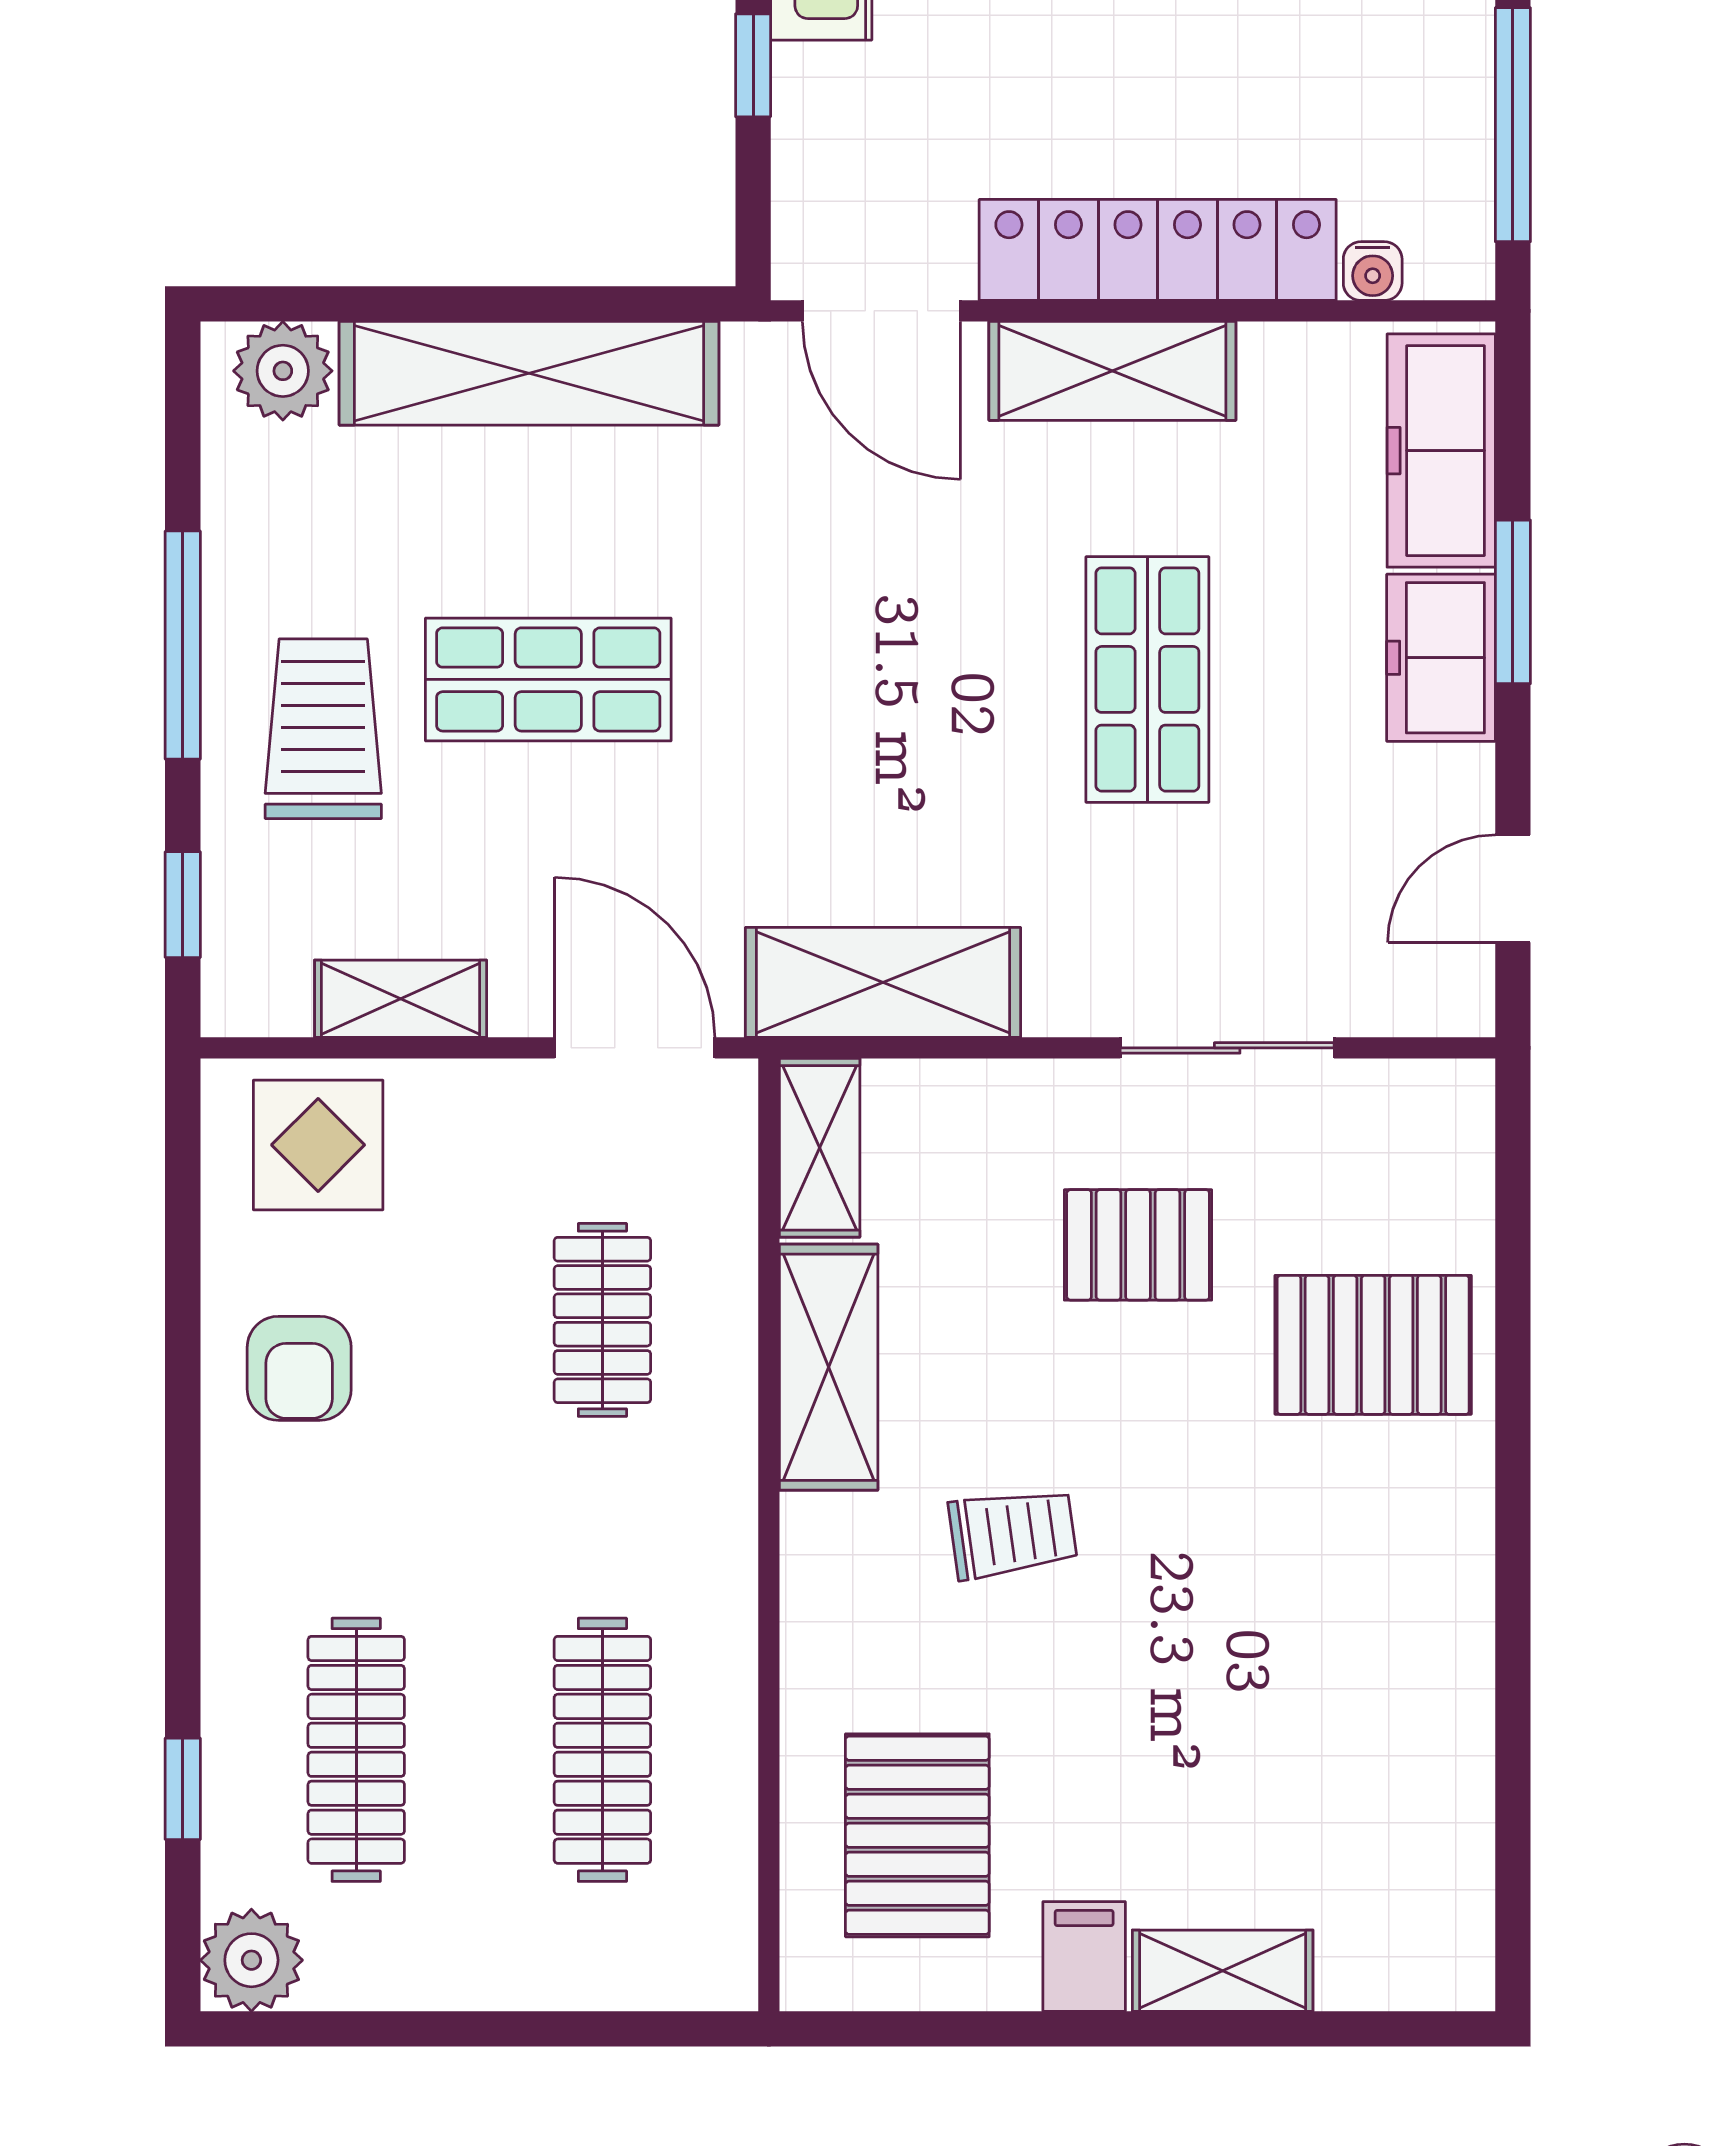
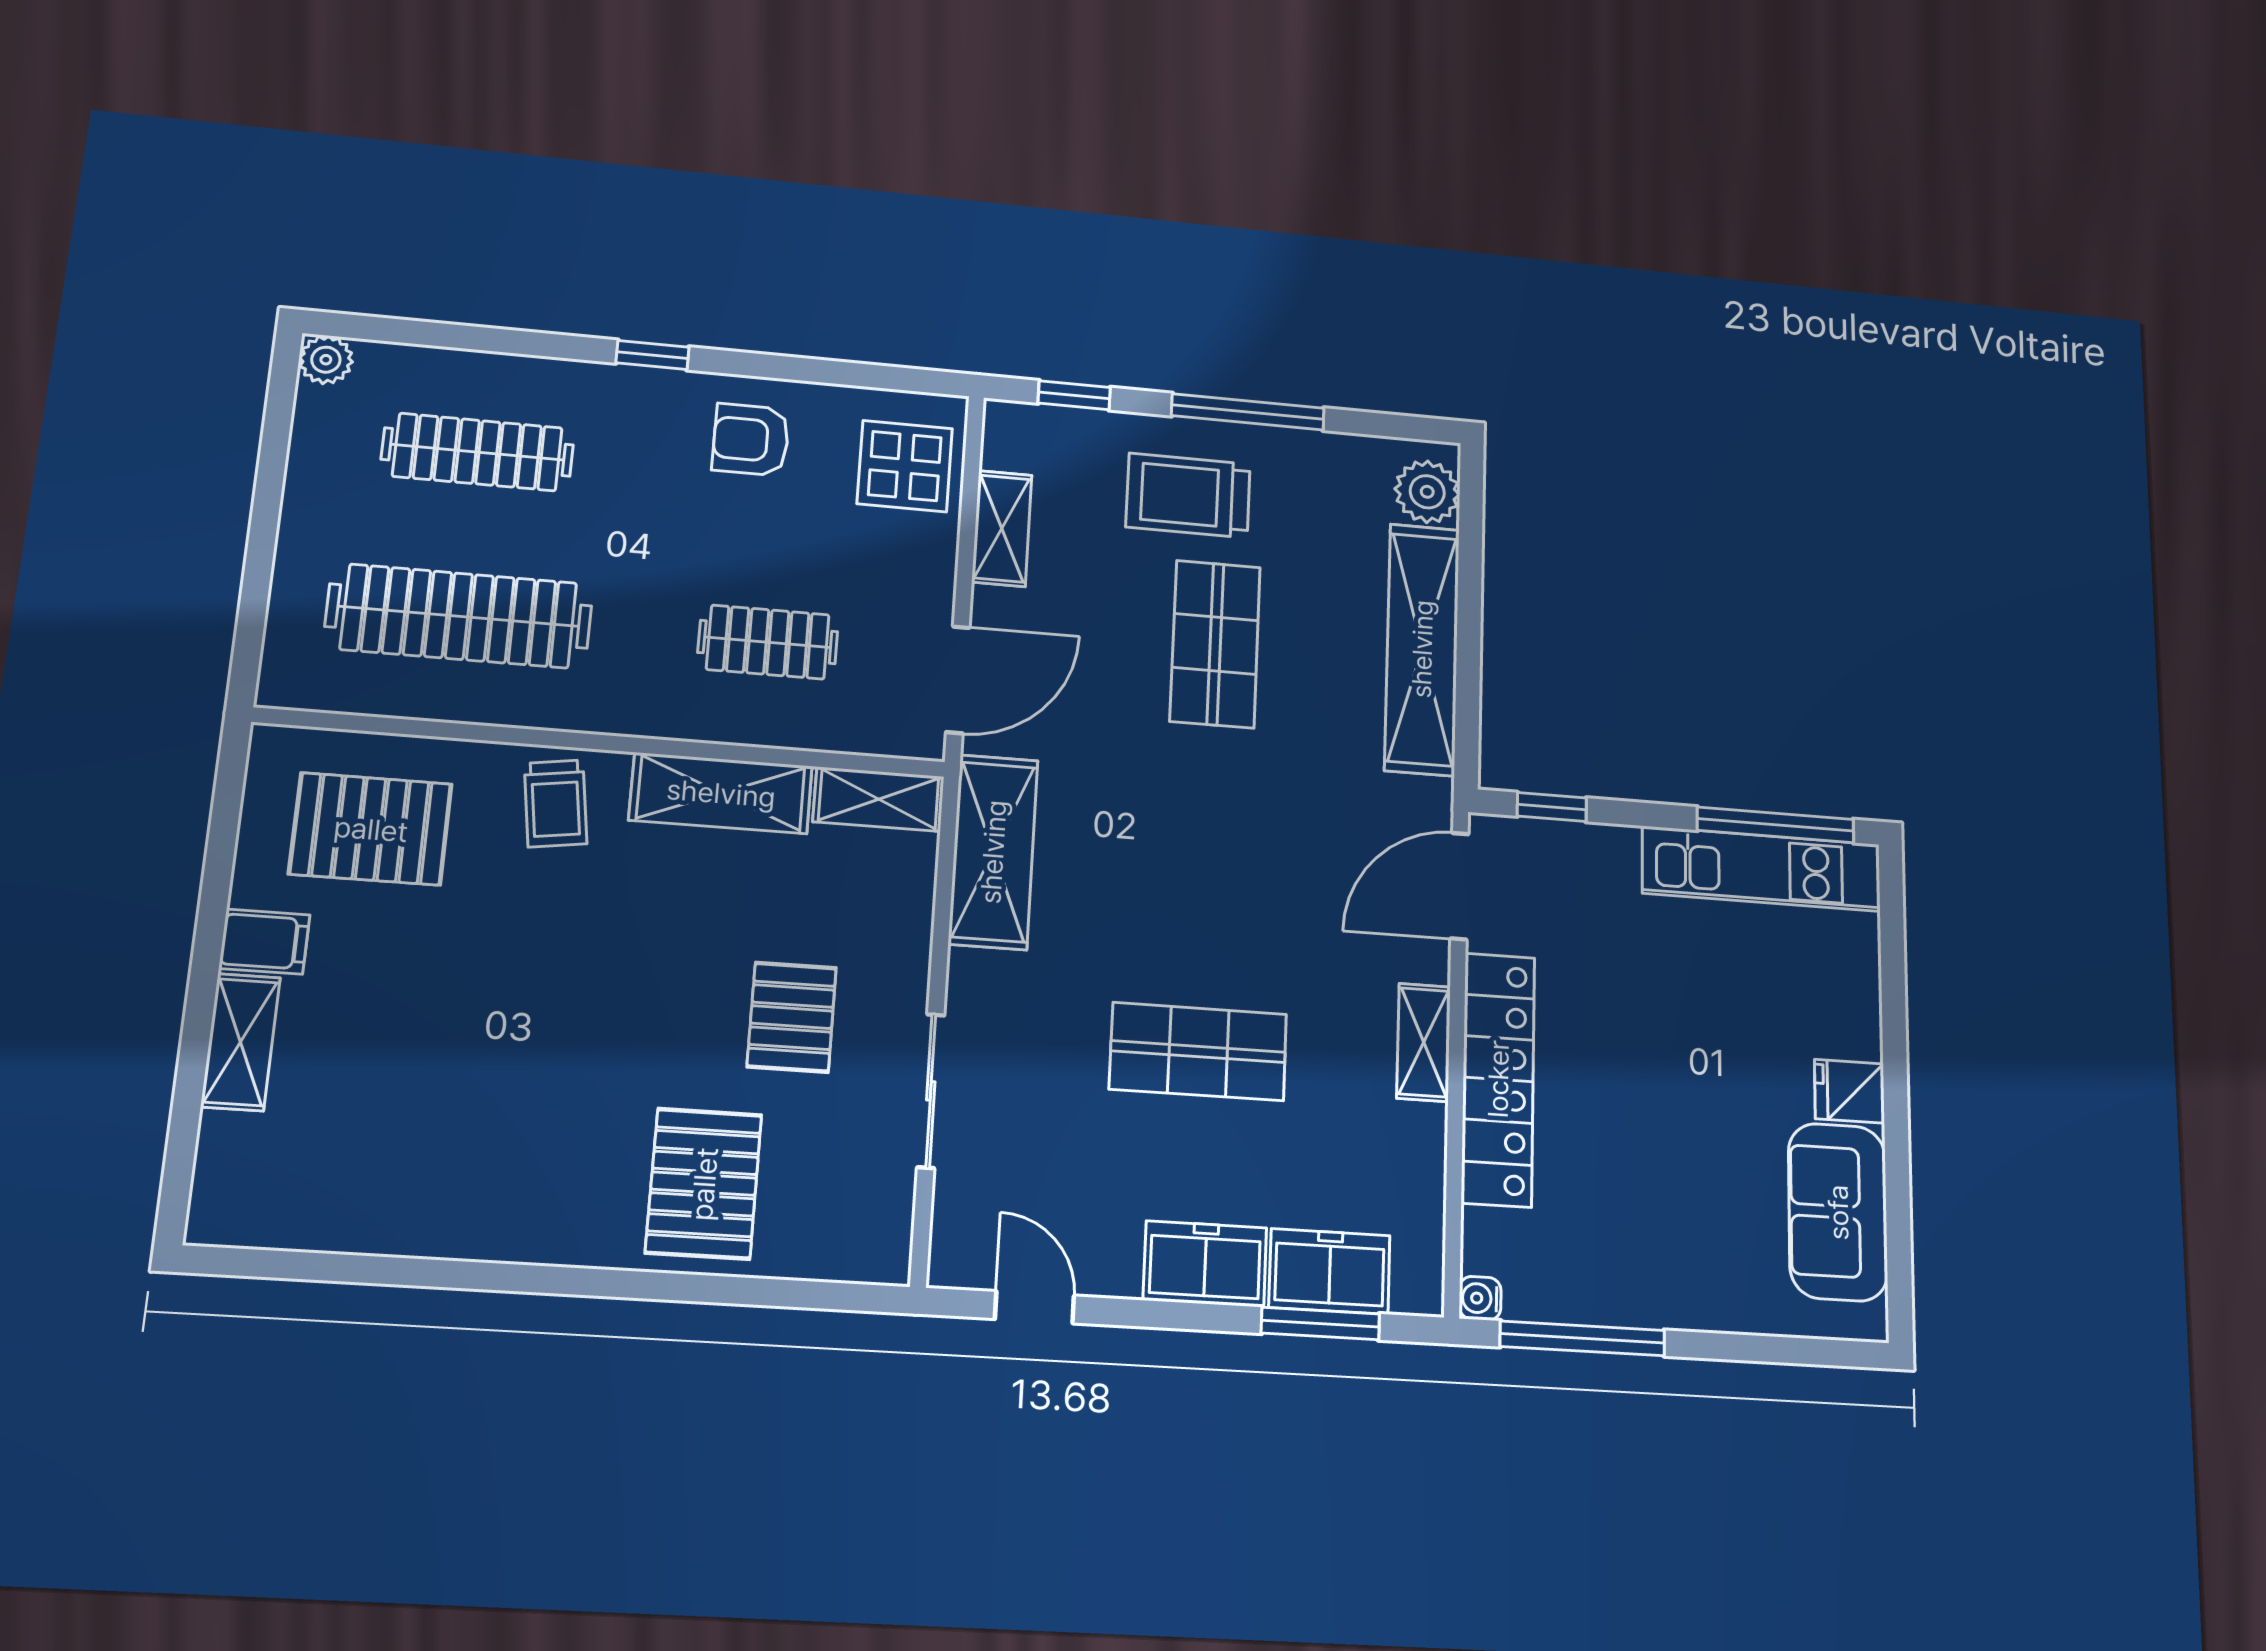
window: (753, 65) -> (1552, 807), moved
water cooler: (1373, 271) -> (1480, 1298), moved
shelving: (1112, 371) -> (1424, 1042), width x0.67, depth x0.75
freezer: (1441, 451) -> (1330, 1271), width x0.71
window: (1513, 602) -> (1320, 1324), moved
trolley: (323, 729) -> (1188, 495), turned 180
trolley: (1013, 1533) -> (556, 803), moved
clothes rail: (602, 1750) -> (459, 616), width x1.37, depth x1.31
window: (183, 1789) -> (652, 355), moved
plant: (251, 1960) -> (326, 360), width x0.73, depth x0.73

